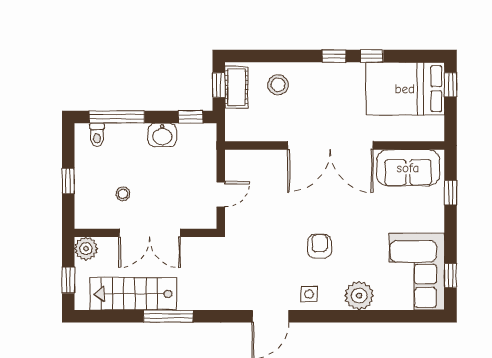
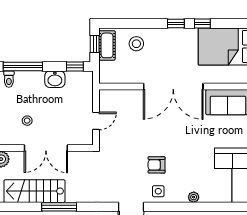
armchair: (320, 246) -> (157, 165), moved, turned -90
plant: (359, 296) -> (194, 197), width x0.53, depth x0.53

